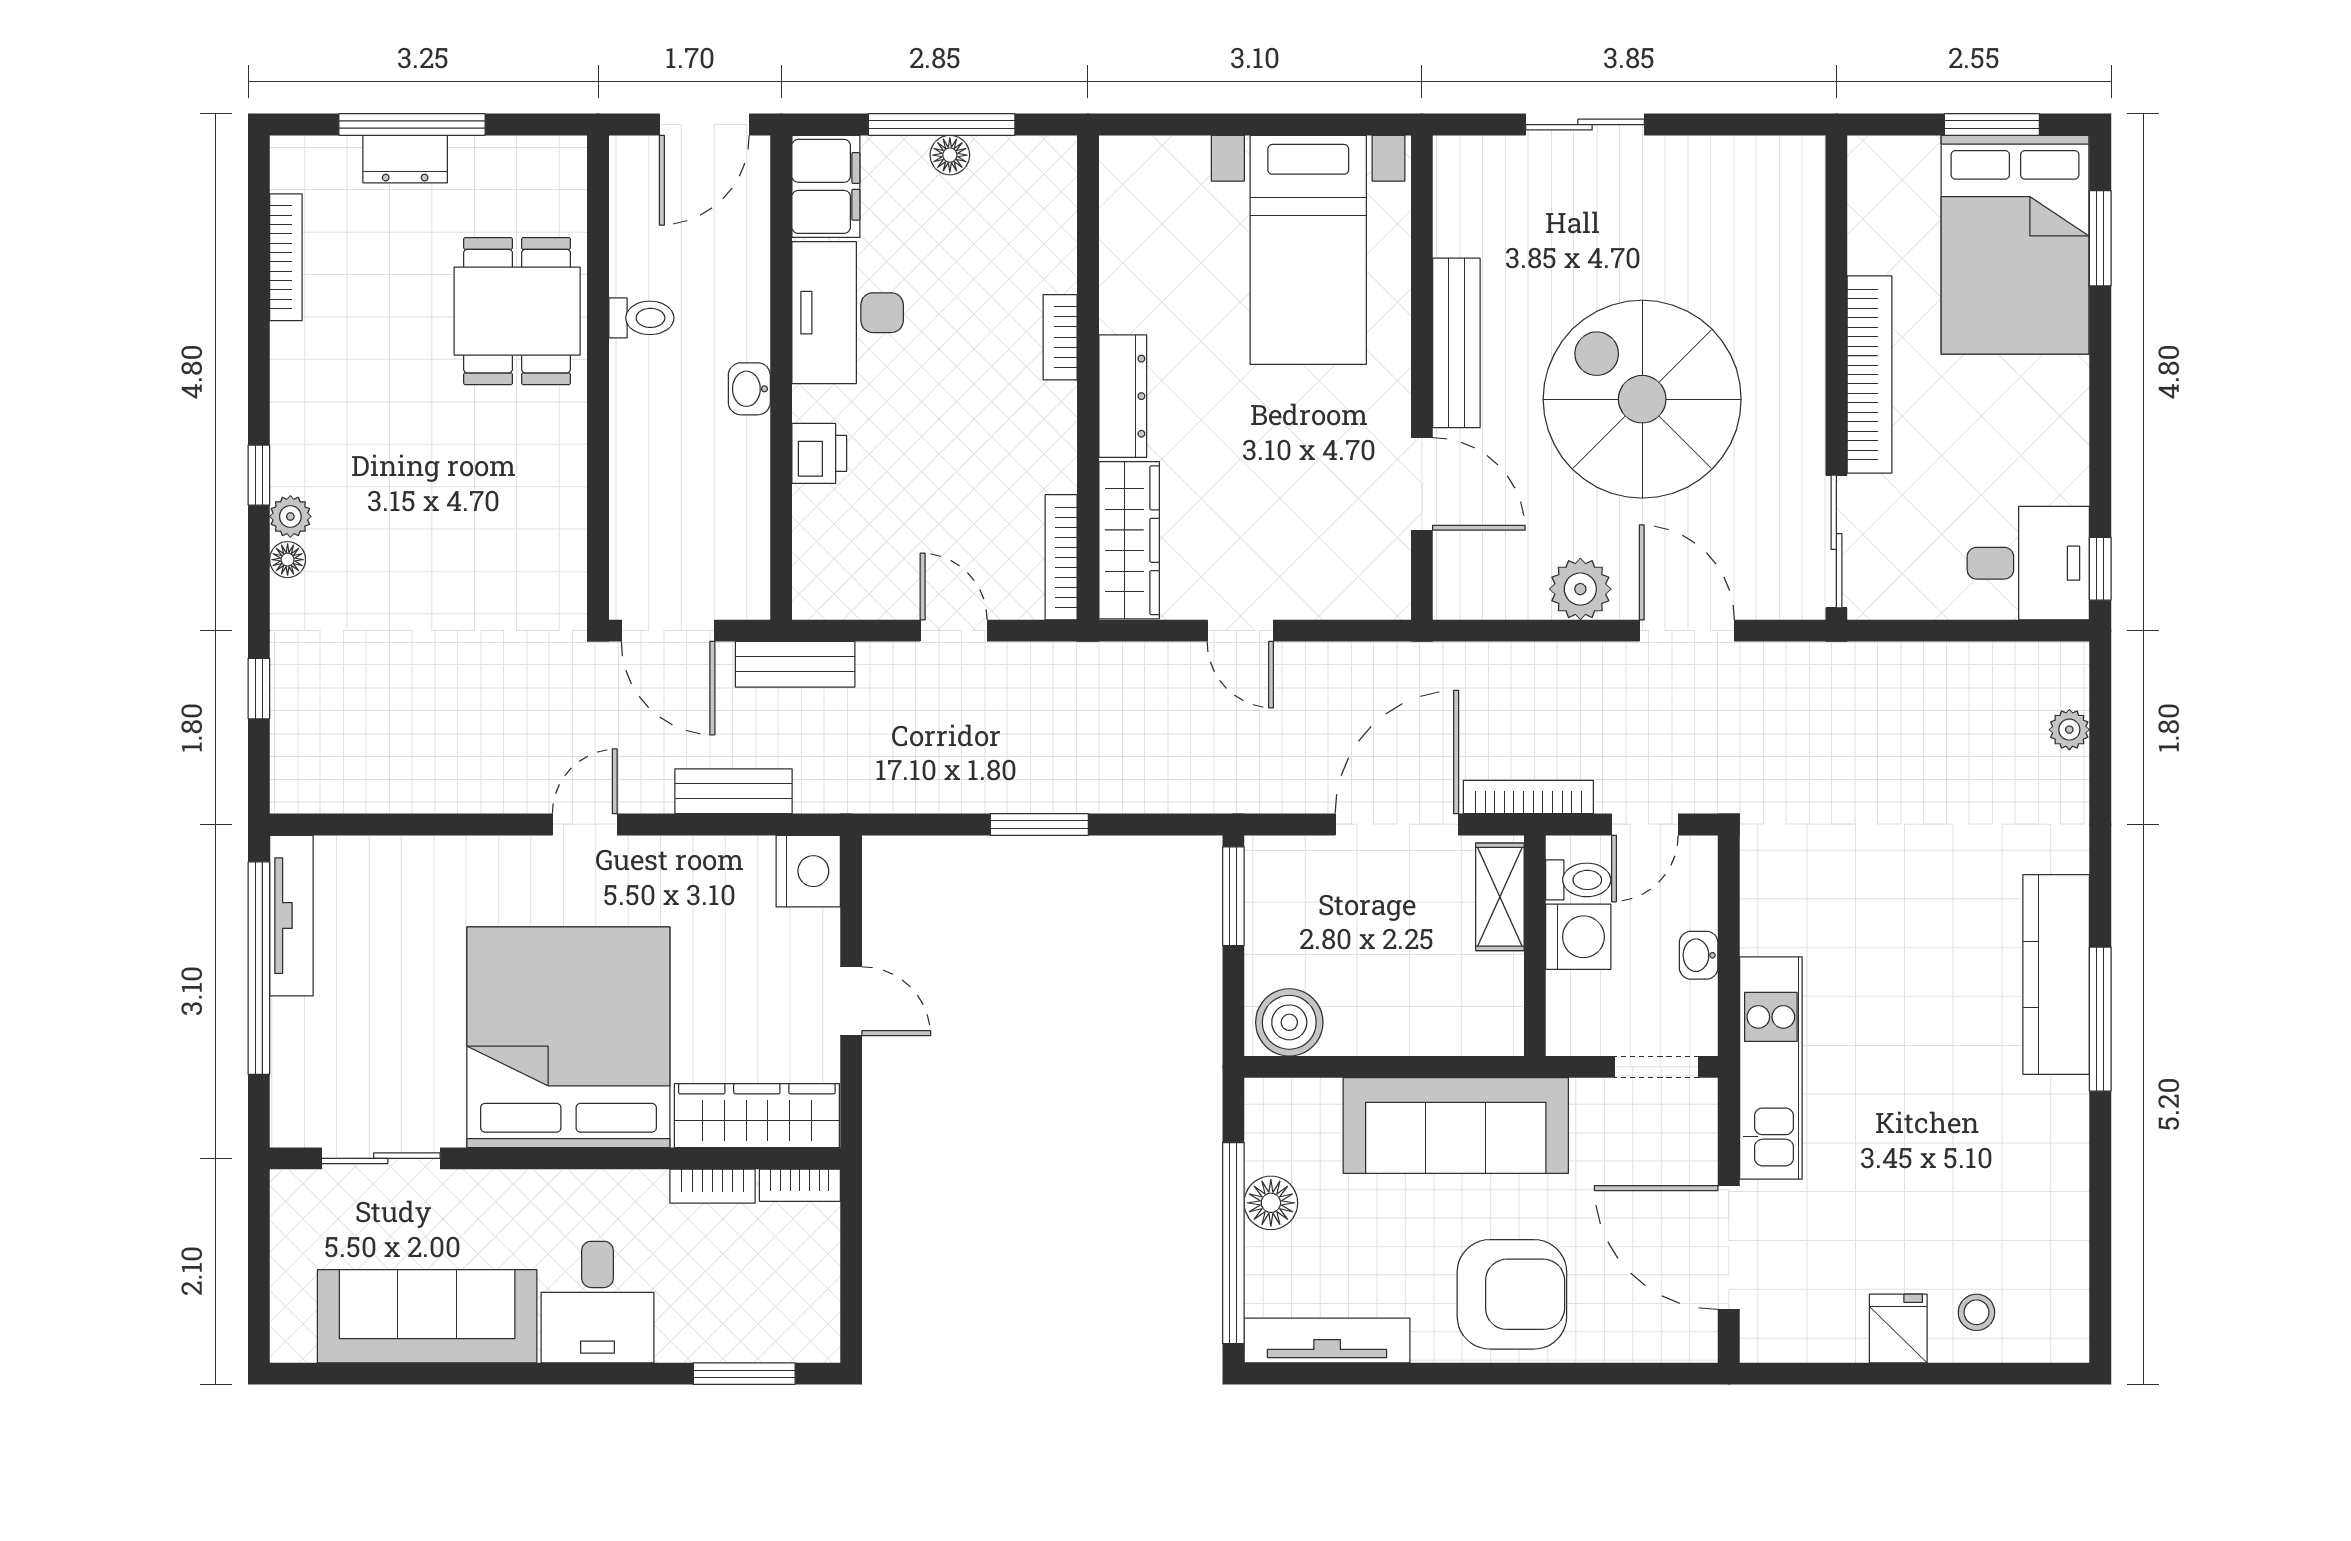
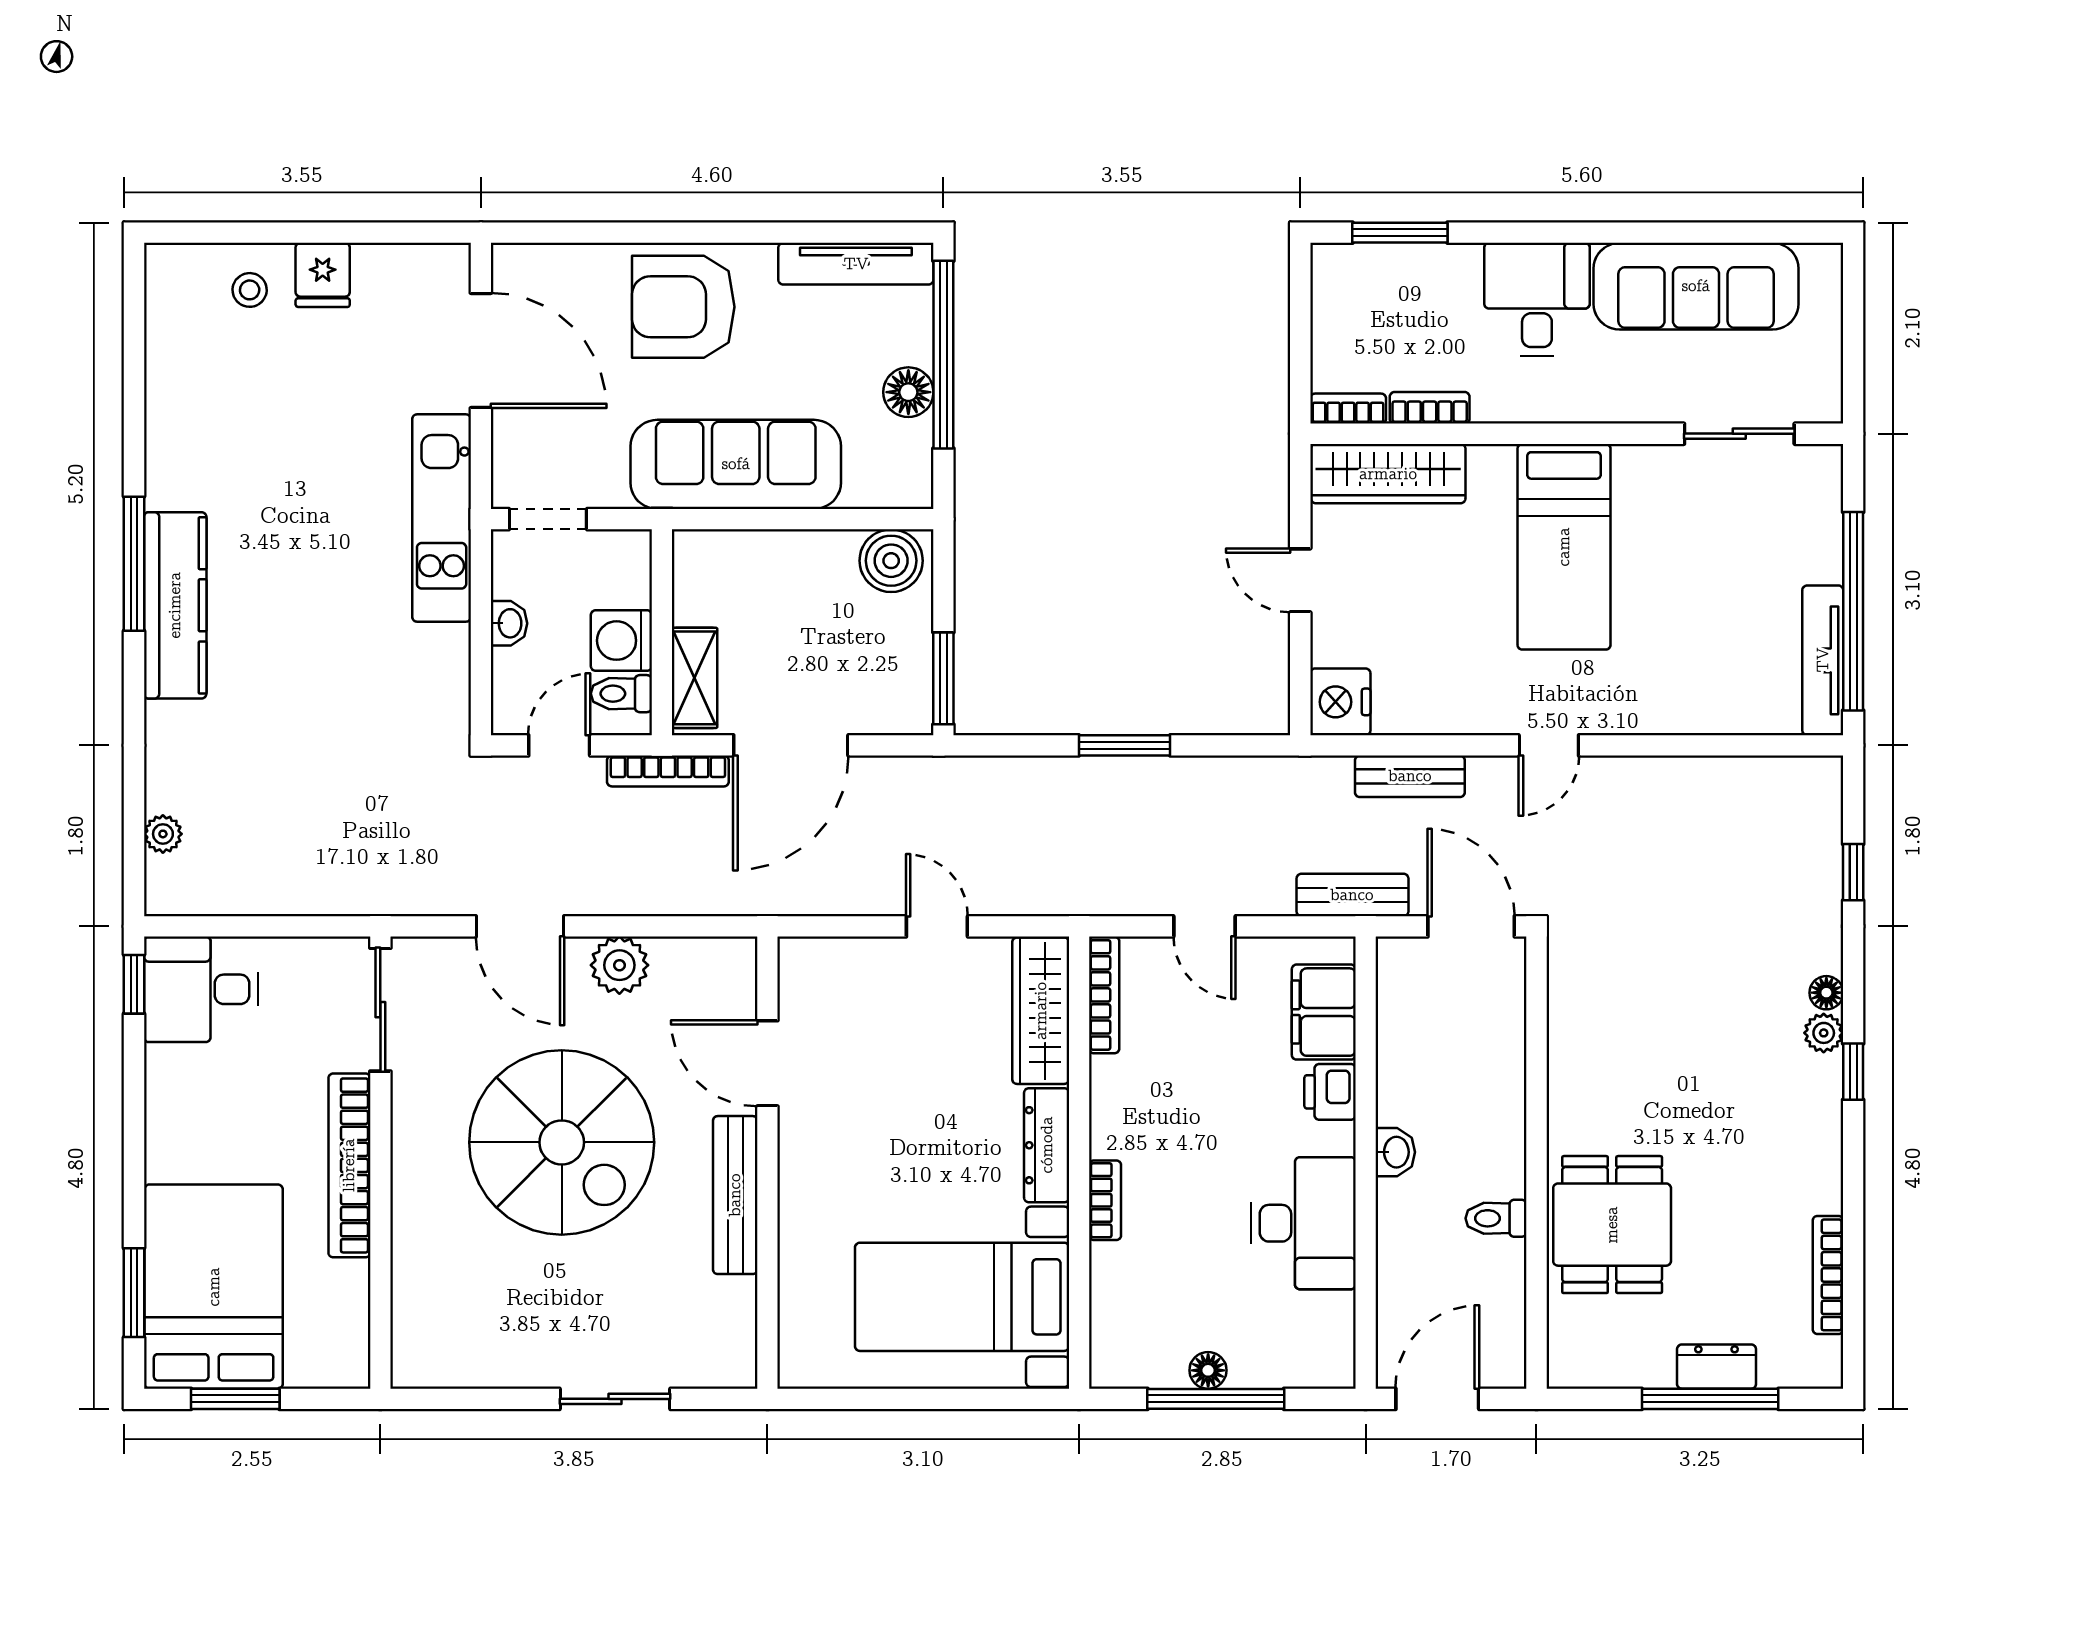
filing cabinet: (826, 186) -> (1324, 1012), moved
bed with nightstands: (1308, 250) -> (962, 1297), moved, turned -90
bed: (568, 1037) -> (1564, 547), width x0.49

